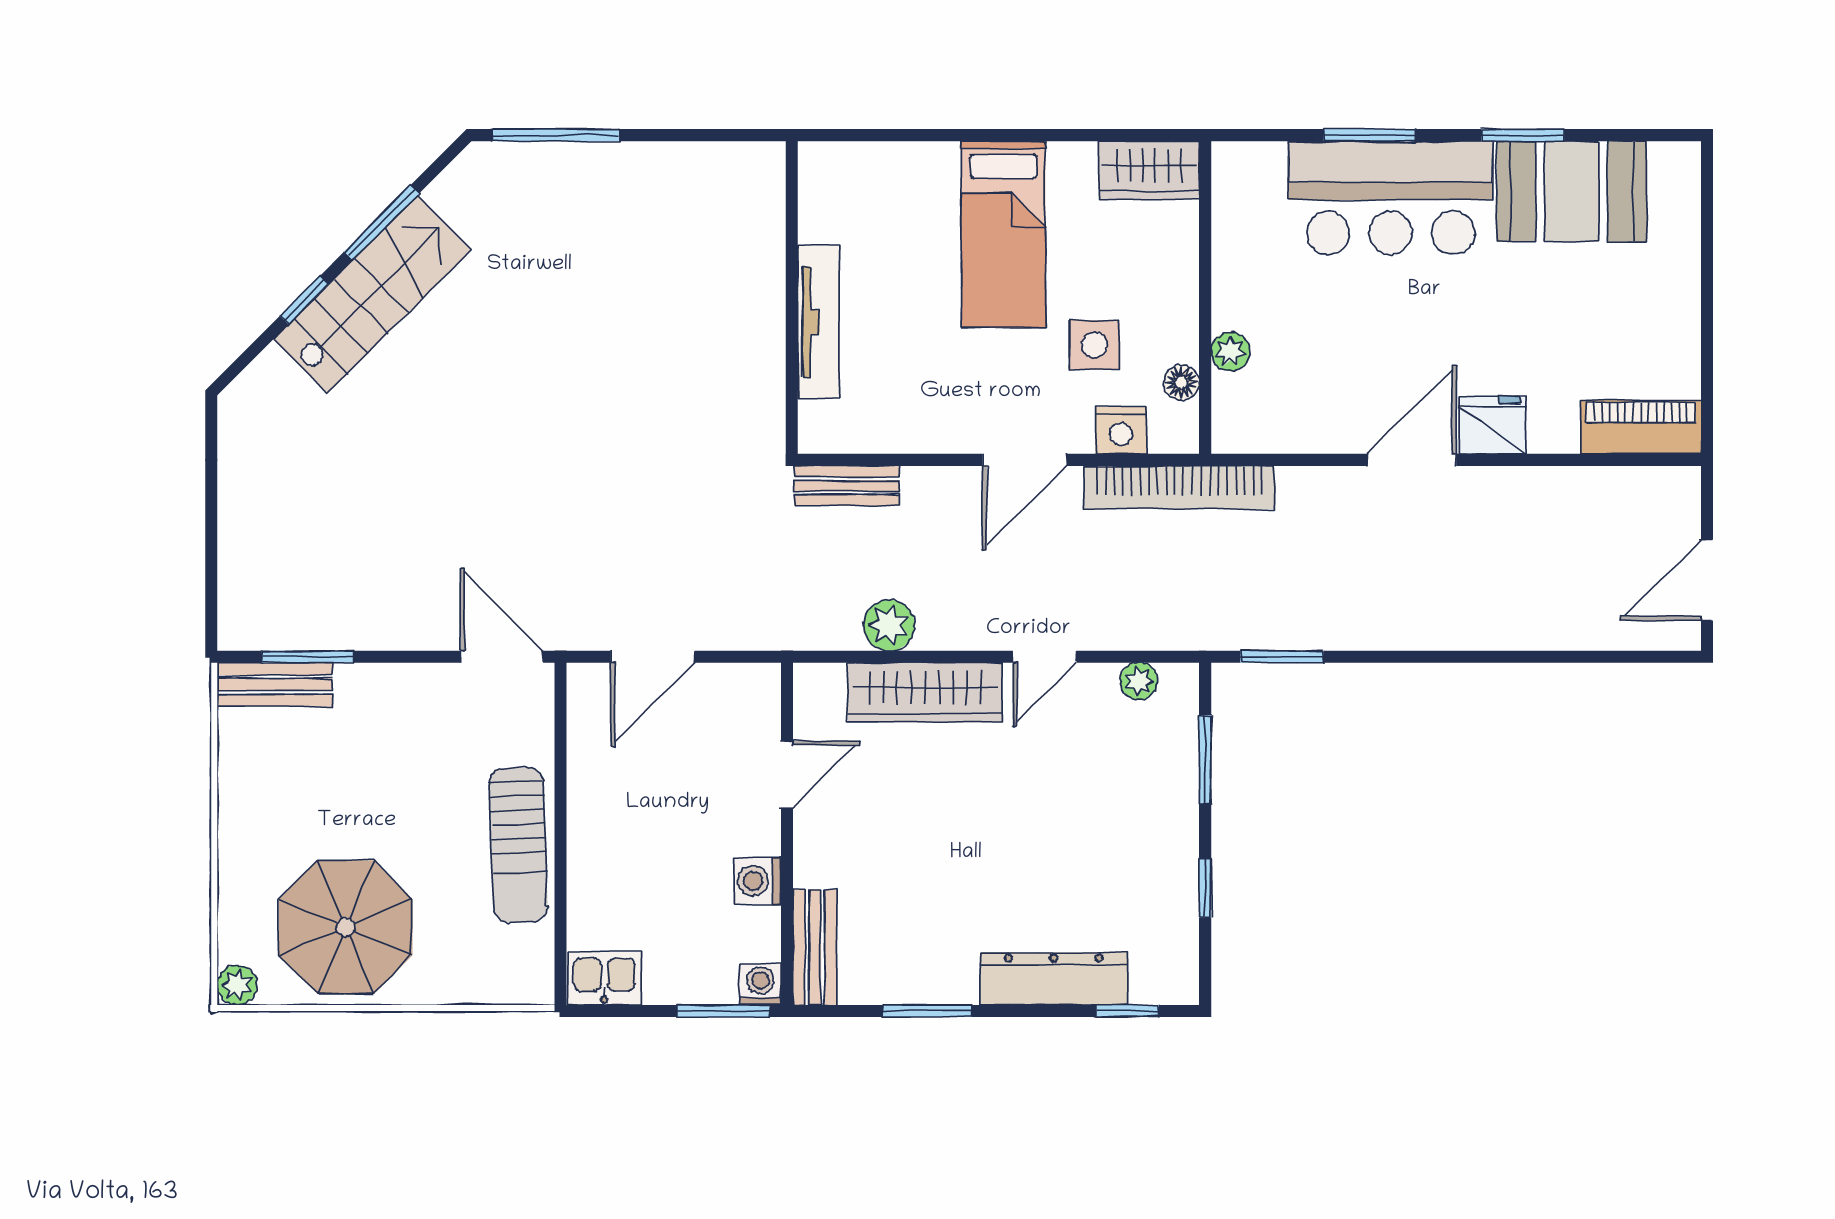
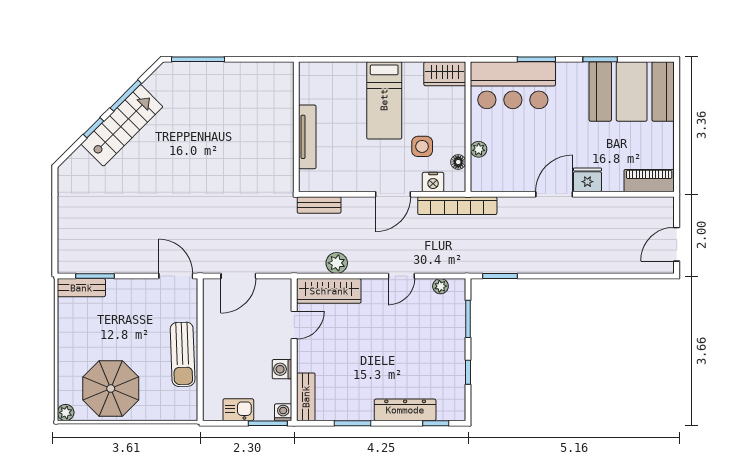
booth: (1572, 191) -> (632, 91), width x1.36, depth x1.42
bar counter: (1391, 198) -> (513, 85), moved
wardrobe: (925, 692) -> (329, 291), moved
kitchen sink: (604, 978) -> (238, 410), moved

